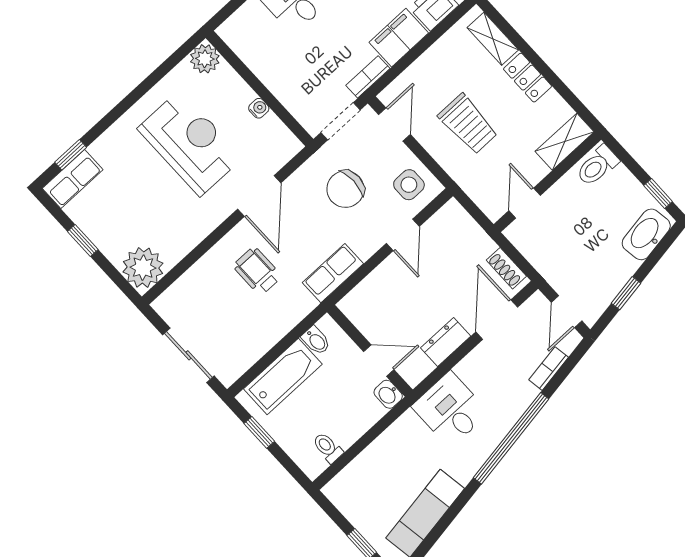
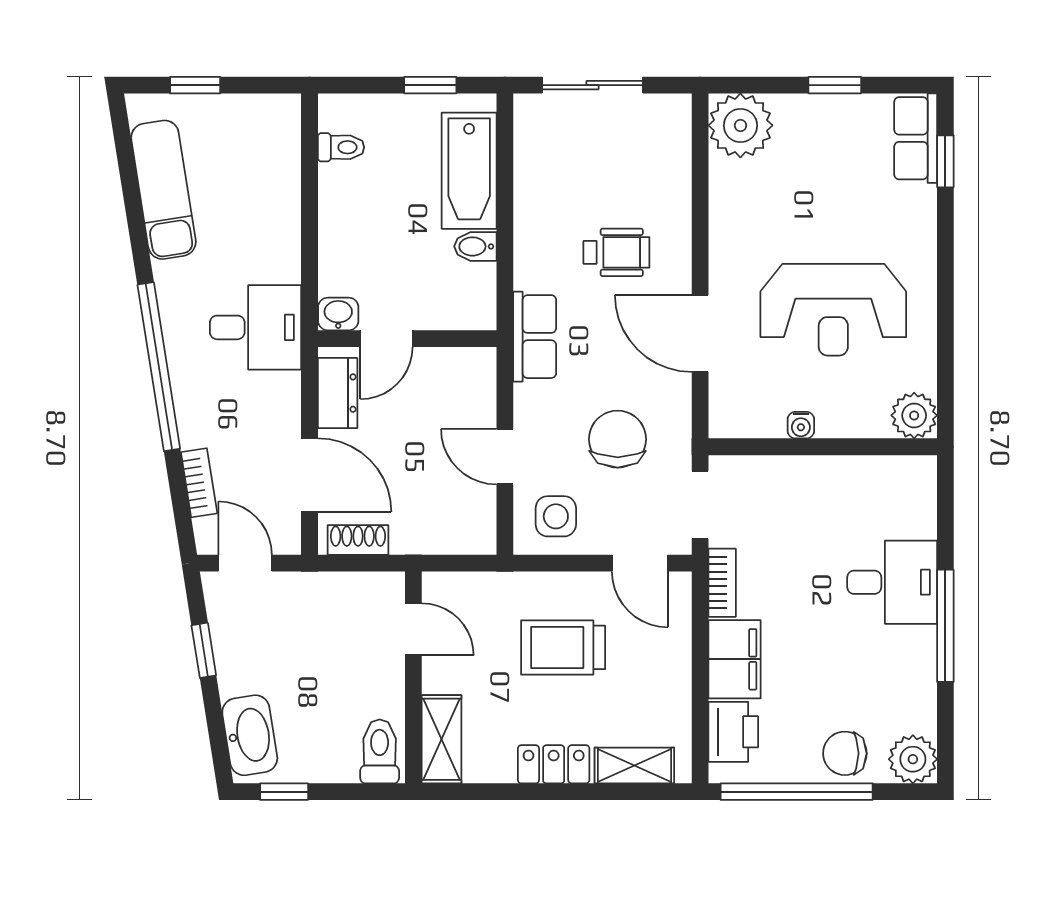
wall: (370, 351) -> (407, 339), moved
door: (379, 361) -> (386, 339), moved
washbasin: (388, 394) -> (338, 314), moved

